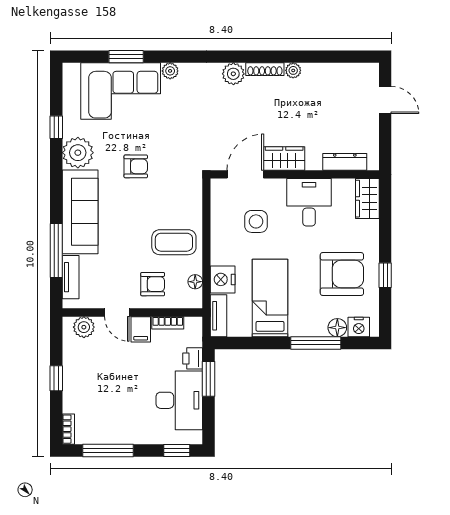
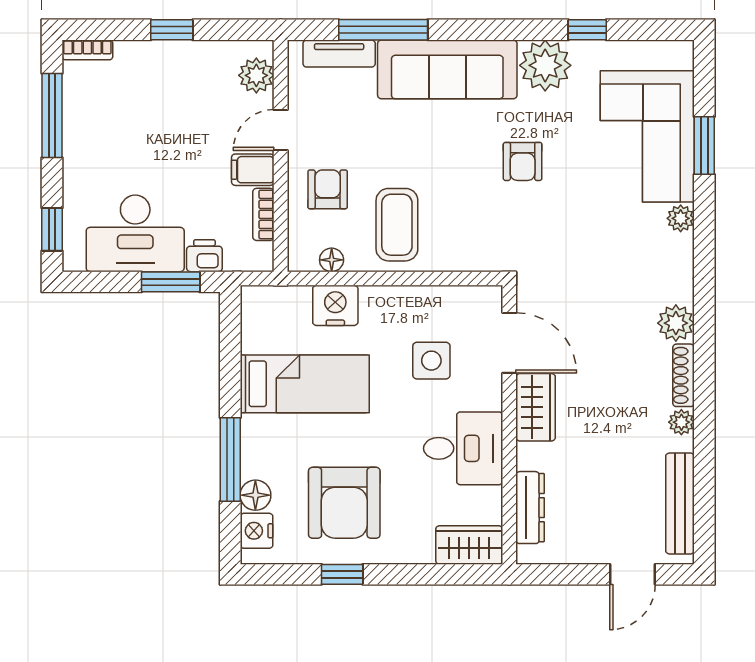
bench: (342, 71) -> (680, 503), added
armchair: (153, 284) -> (328, 189), turned 180
tv unit: (219, 316) -> (275, 299), removed

